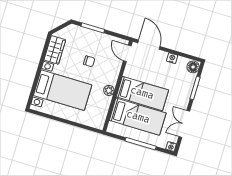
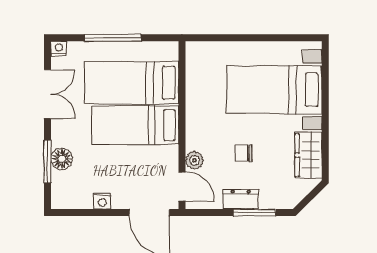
dresser: (98, 37) -> (241, 199), added
floor lamp: (193, 67) -> (62, 159), moved
plant: (109, 90) -> (194, 160), moved

